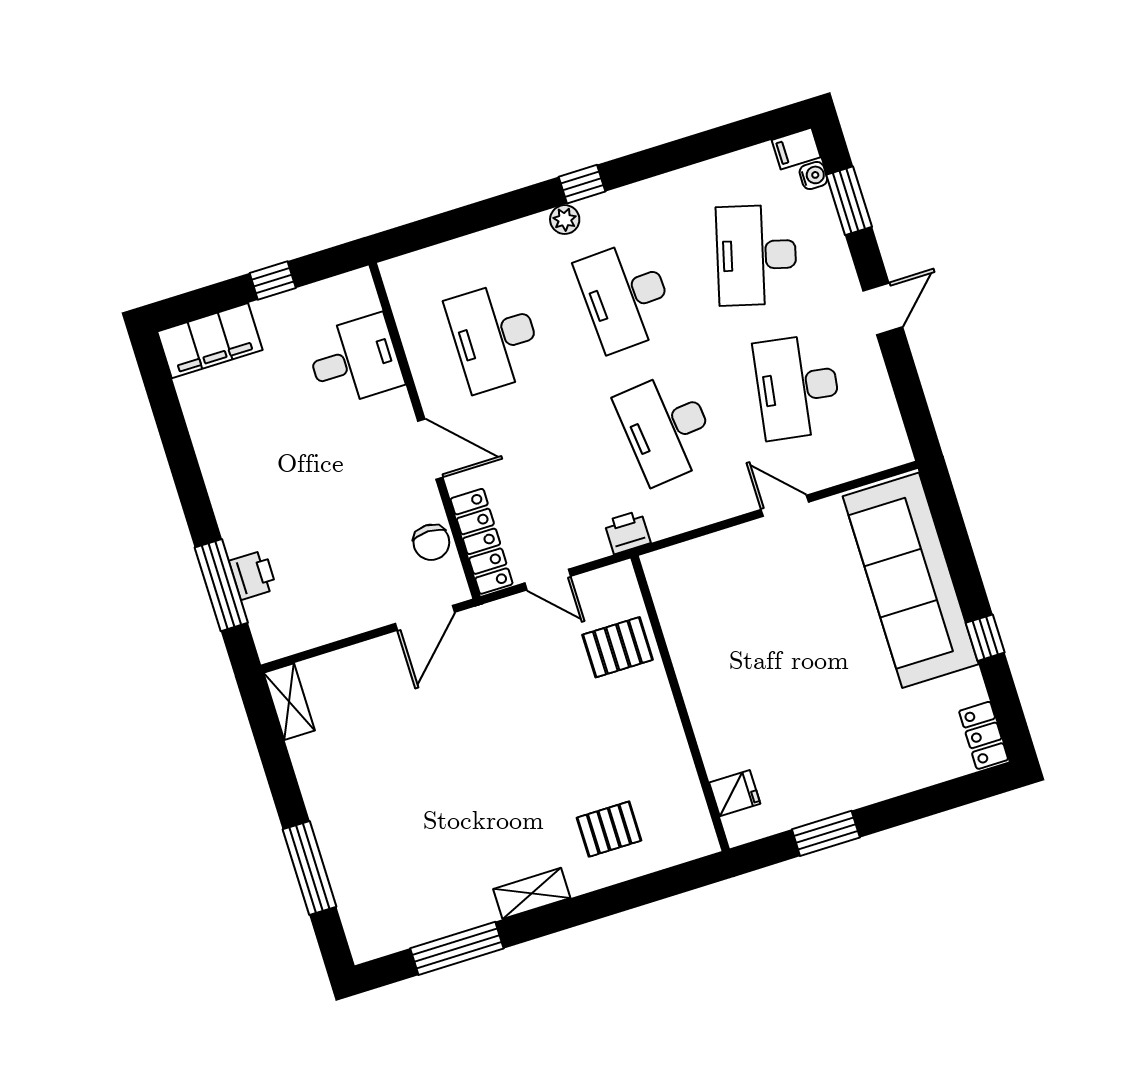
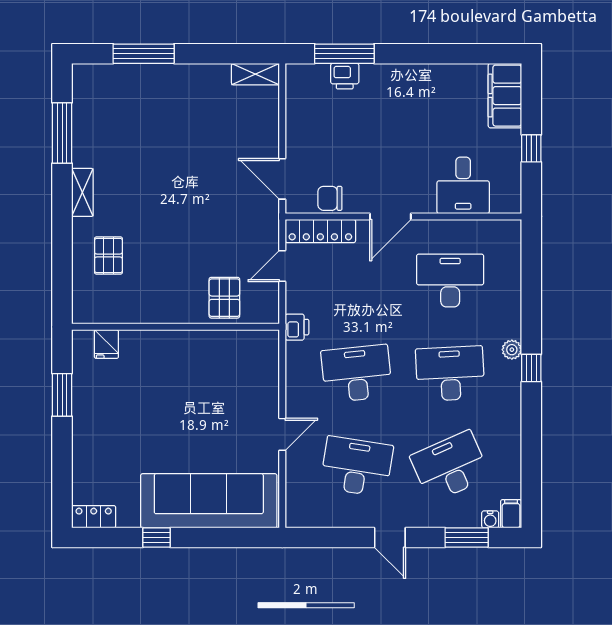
desk: (756, 255) -> (450, 467), turned -39

